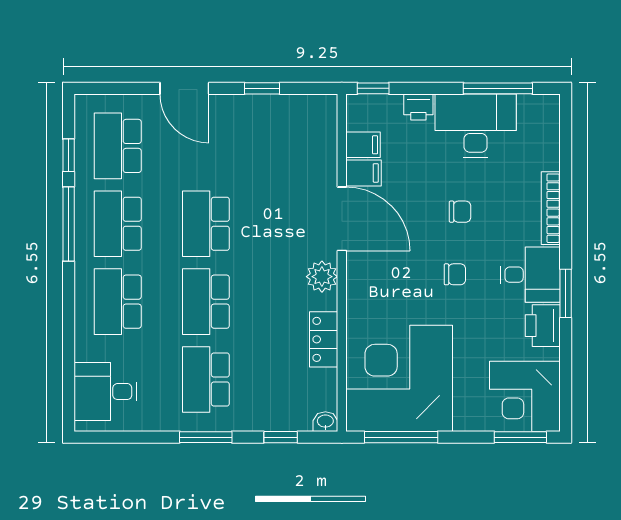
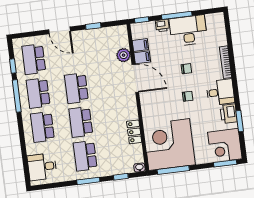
window: (498, 88) -> (177, 15), moved
plant: (322, 277) -> (124, 55), moved
window: (566, 293) -> (240, 121), moved

